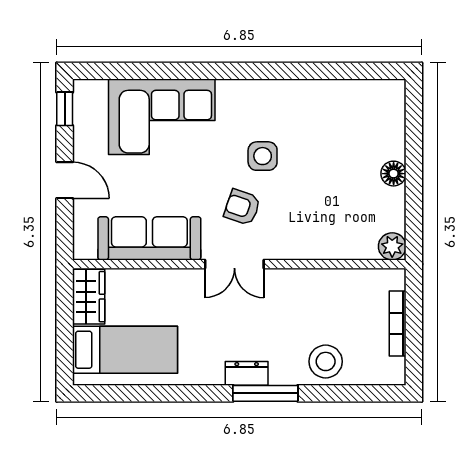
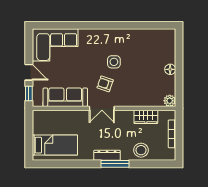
window: (65, 109) -> (29, 94), moved
corner sofa: (162, 117) -> (55, 45), moved
wardrobe: (89, 297) -> (146, 117), moved, turned 90
dresser: (247, 373) -> (107, 155), width x1.44

